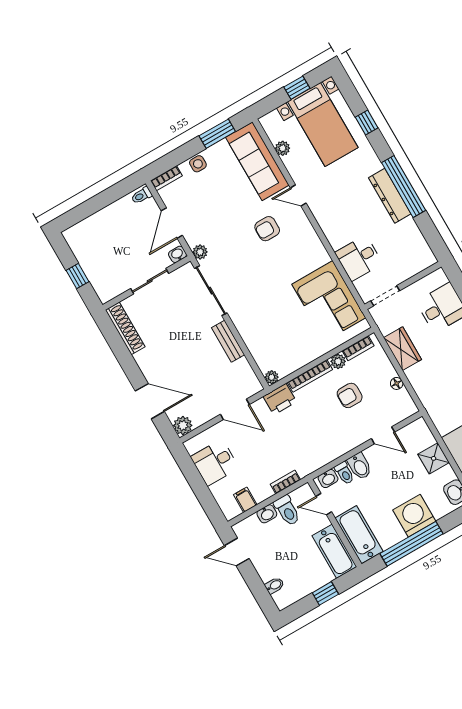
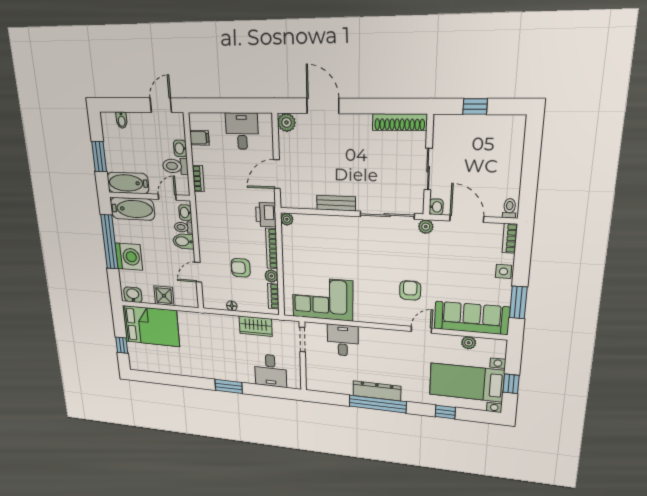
armchair: (350, 395) -> (241, 268), turned -90
door: (150, 401) -> (323, 106), swing flipped
window: (325, 593) -> (99, 156), width x1.50

